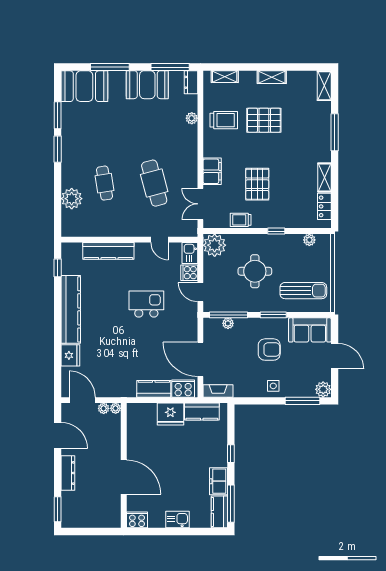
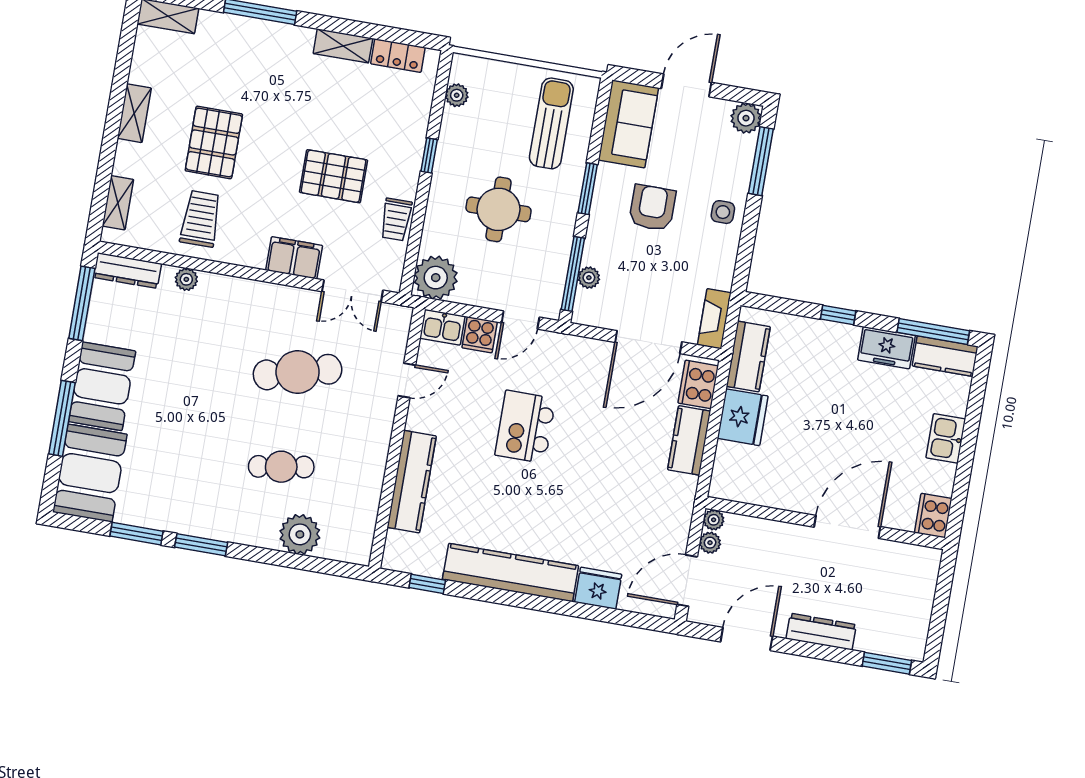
dresser: (191, 82) -> (127, 271), width x1.44
booth: (147, 85) -> (102, 386), moved

